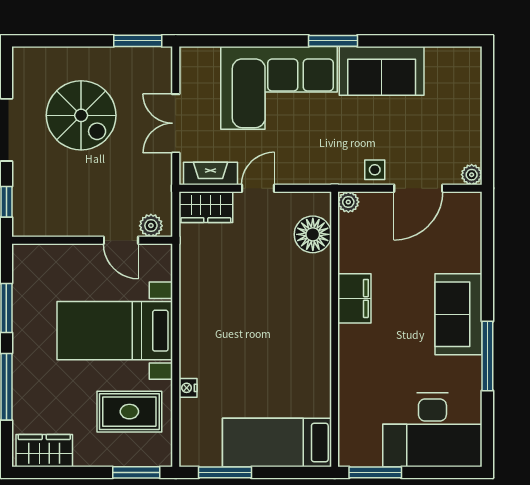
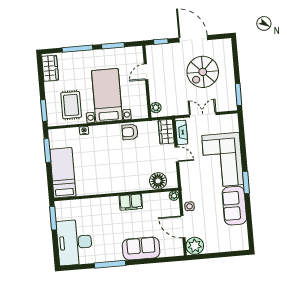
plant: (472, 175) -> (195, 246), width x1.87, depth x1.87
door: (121, 240) -> (146, 72), moved
armchair: (200, 287) -> (130, 132), added
sofa: (458, 314) -> (141, 249), moved

